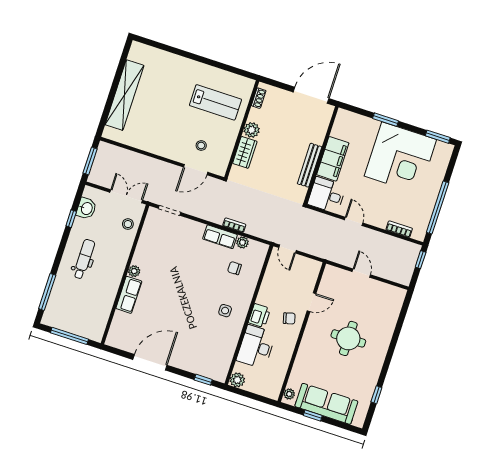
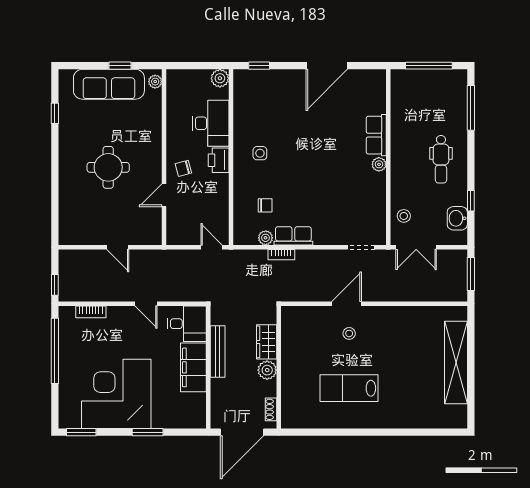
shoe rack: (259, 98) -> (271, 409), moved
wall: (242, 129) -> (279, 367), moved
plant: (252, 130) -> (267, 370), moved
wardrobe: (245, 152) -> (267, 342), moved

